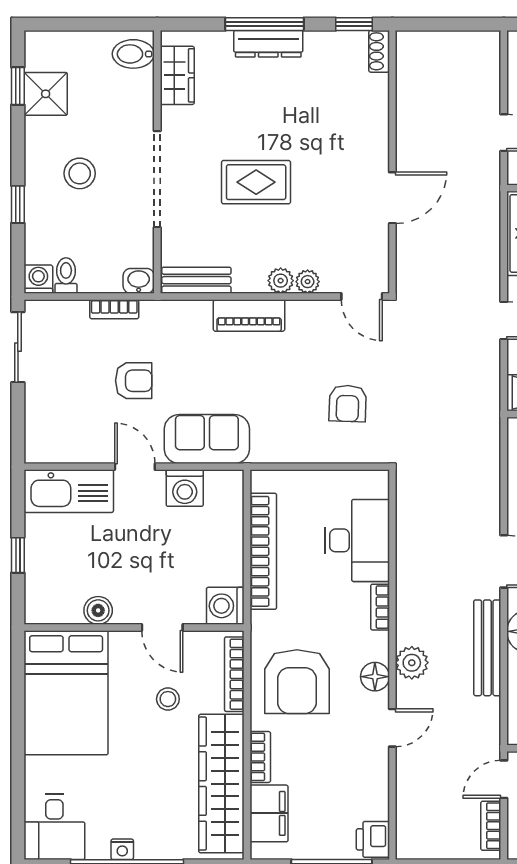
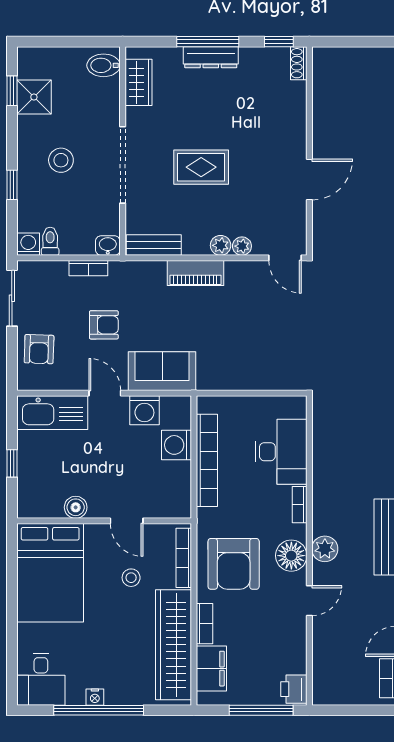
armchair: (348, 403) -> (39, 349), moved
washing machine: (225, 606) -> (177, 445), moved
floor lamp: (375, 677) -> (291, 556), width x1.38, depth x1.38

